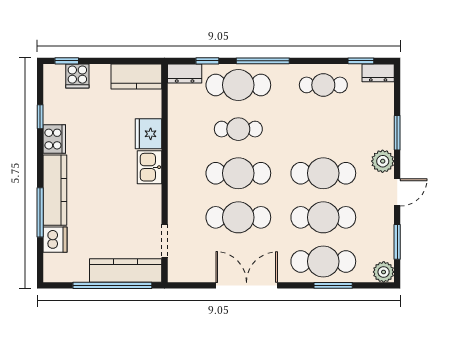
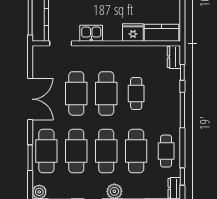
kitchen counter: (136, 77) -> (161, 33), moved, turned 90
cafe table: (238, 85) -> (136, 151), moved
kitchen sink: (149, 167) -> (91, 33), moved

